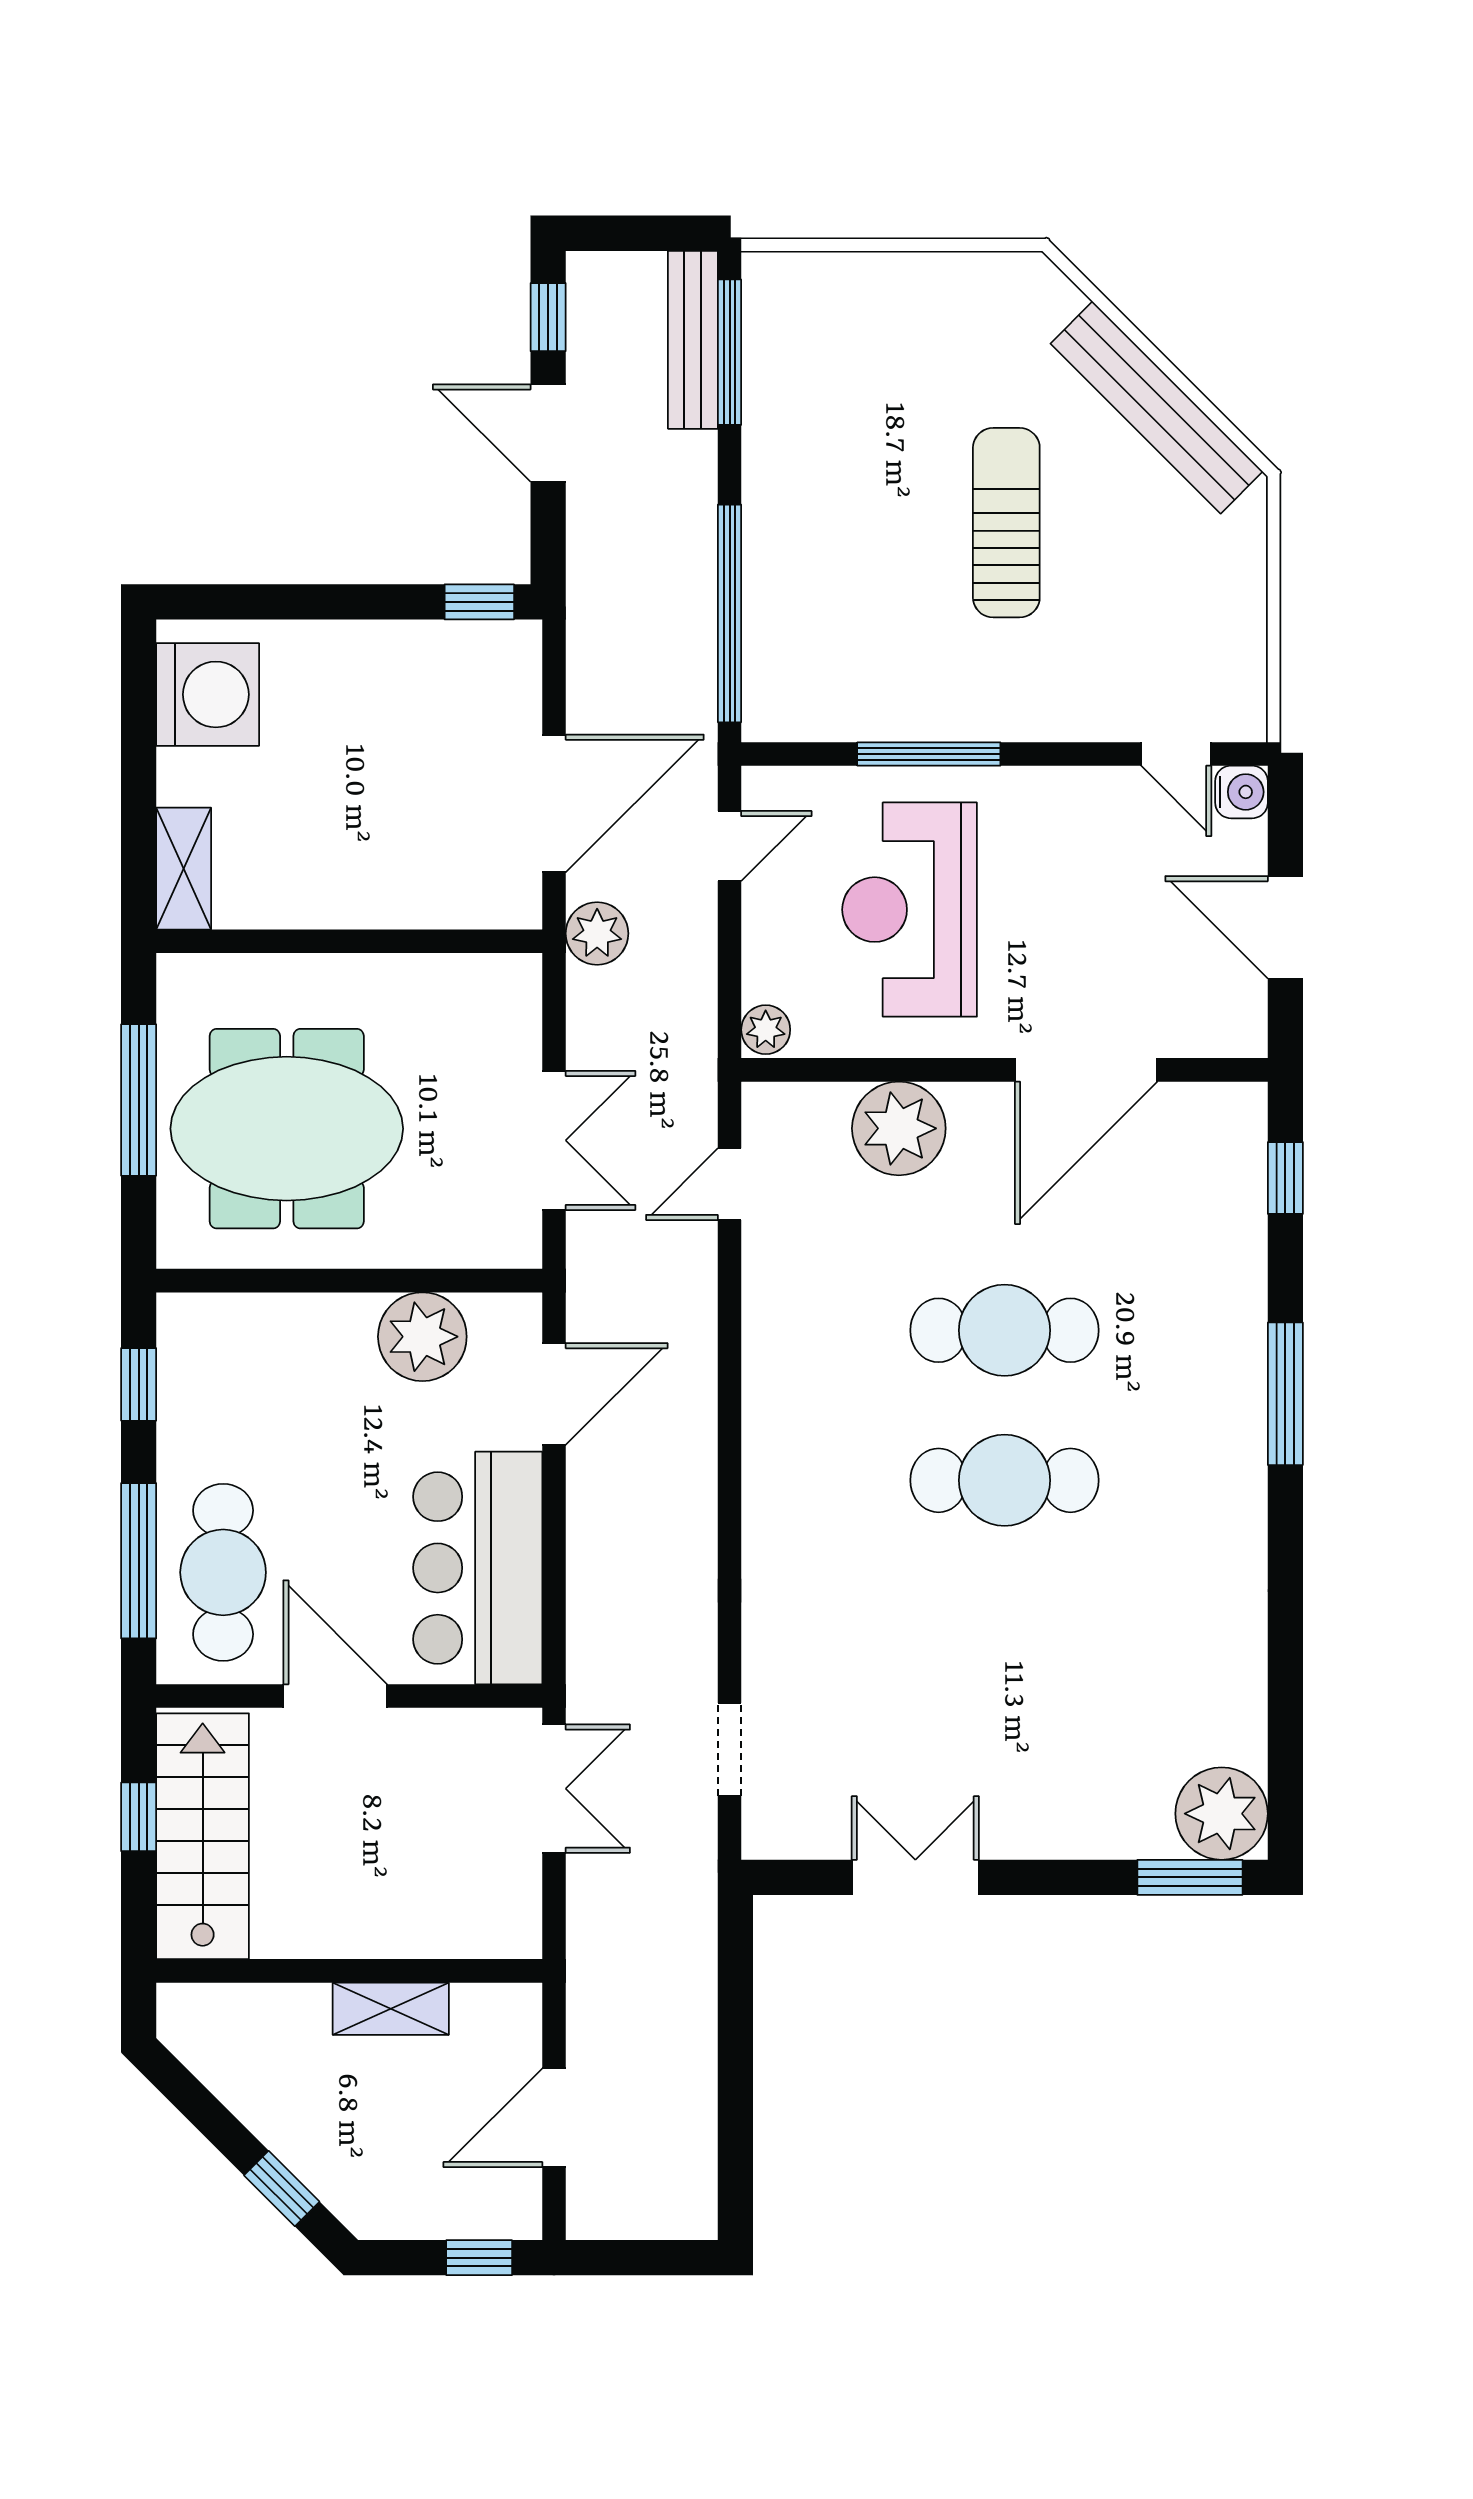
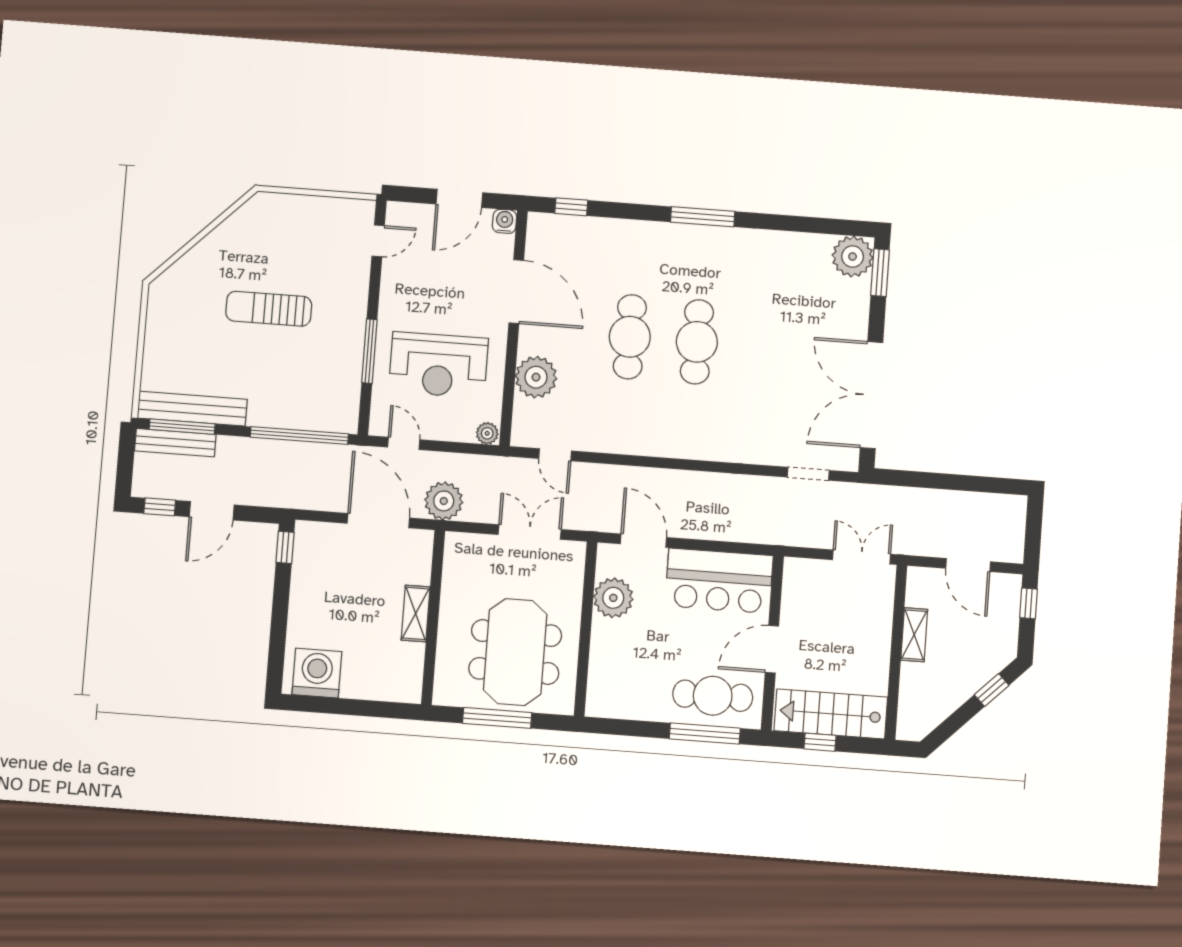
bench: (1157, 407) -> (192, 409), moved, turned 45
water cooler: (1242, 792) -> (505, 221), moved
shelving: (184, 869) -> (416, 613), moved, turned 90
plant: (597, 933) -> (444, 501), width x1.36, depth x1.36
window: (139, 1384) -> (625, 728), removed
window: (1285, 1394) -> (703, 217), moved
double door: (554, 1789) -> (862, 557), moved
double door: (915, 1877) -> (872, 395), width x1.87

